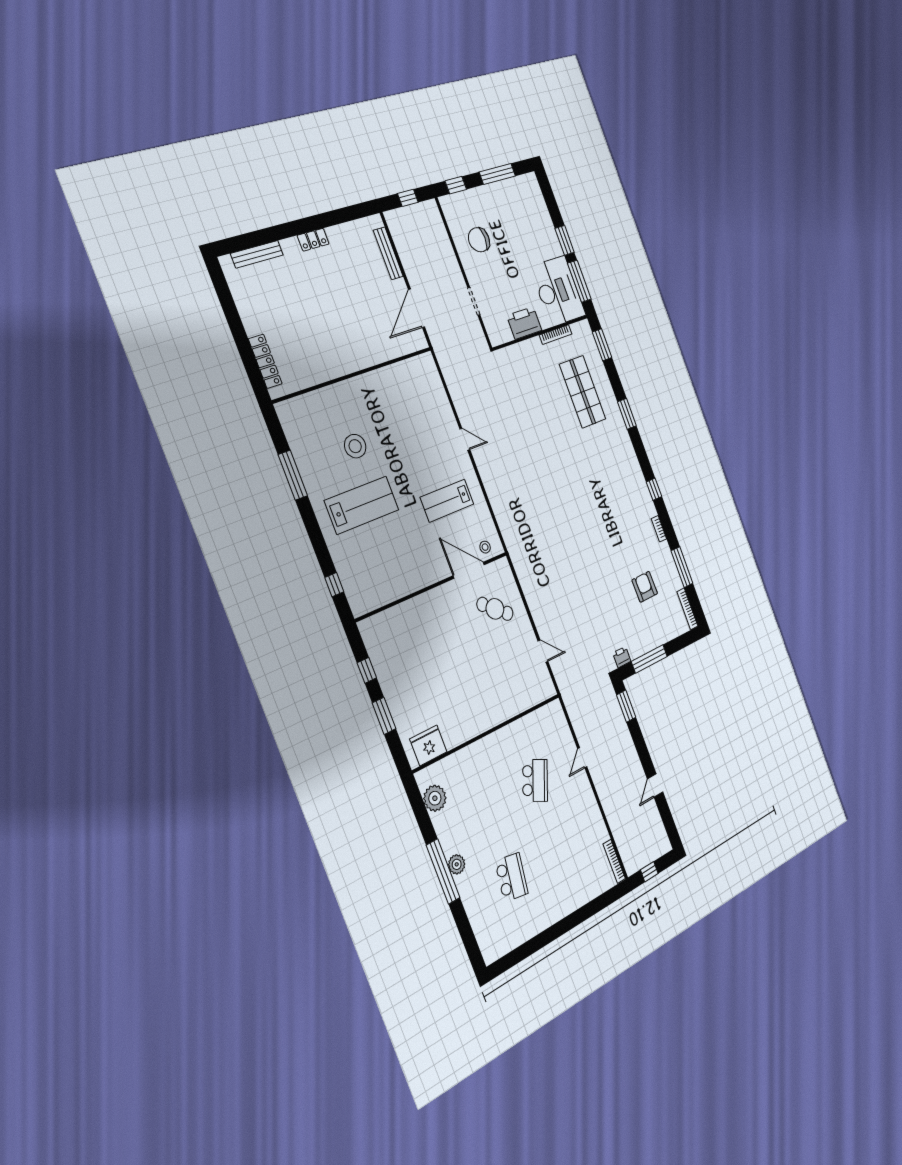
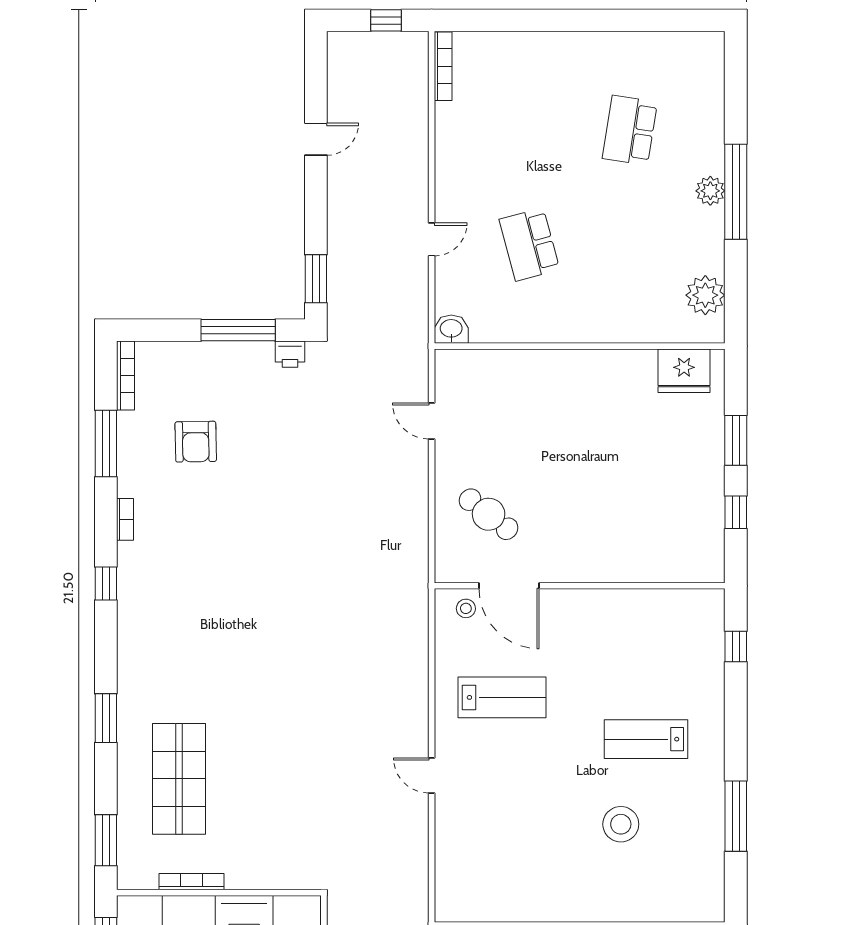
lab bench: (362, 505) -> (646, 739), width x0.73, depth x0.72
washbasin: (554, 710) -> (451, 329), added
school desk: (535, 780) -> (529, 244), turned -39

